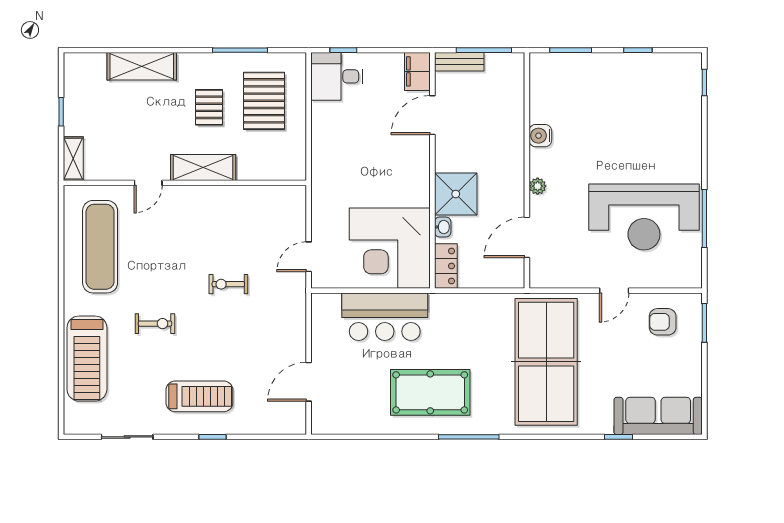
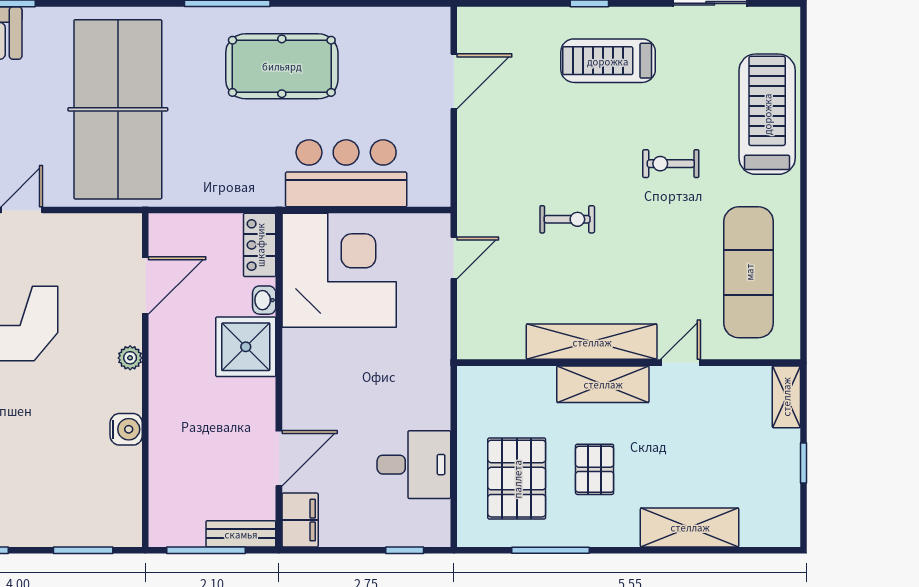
desk: (337, 76) -> (414, 465), moved
shelving: (211, 198) -> (592, 342), added

